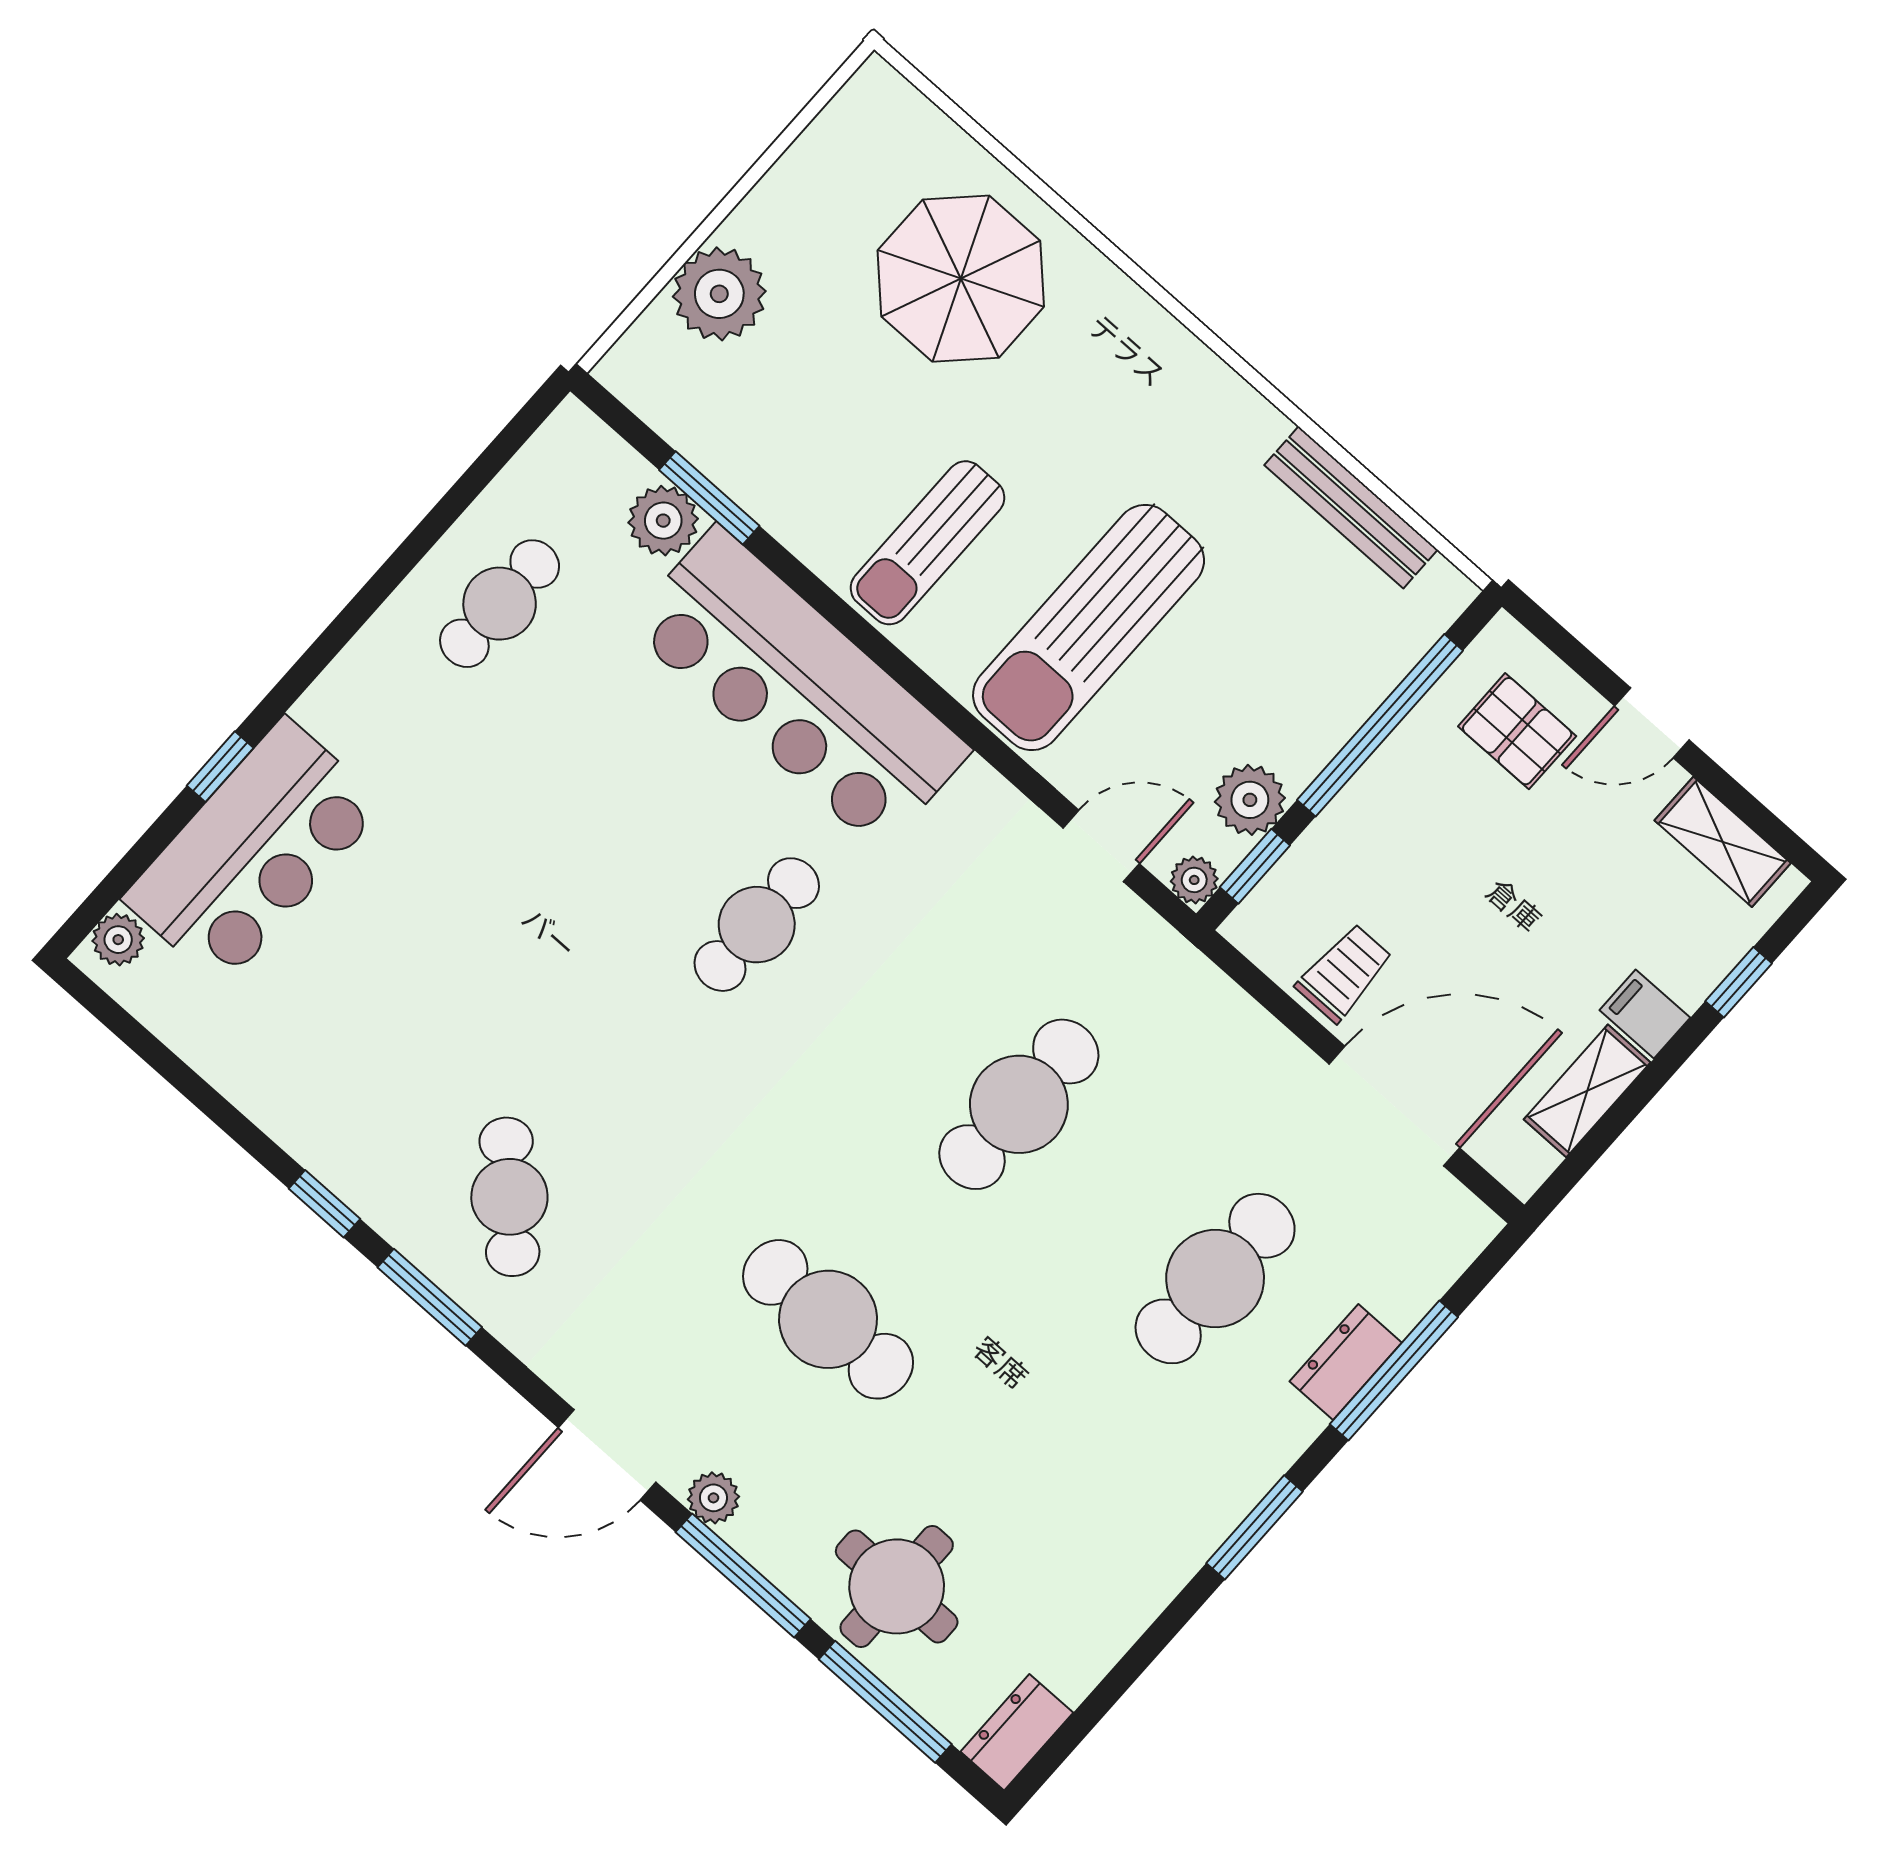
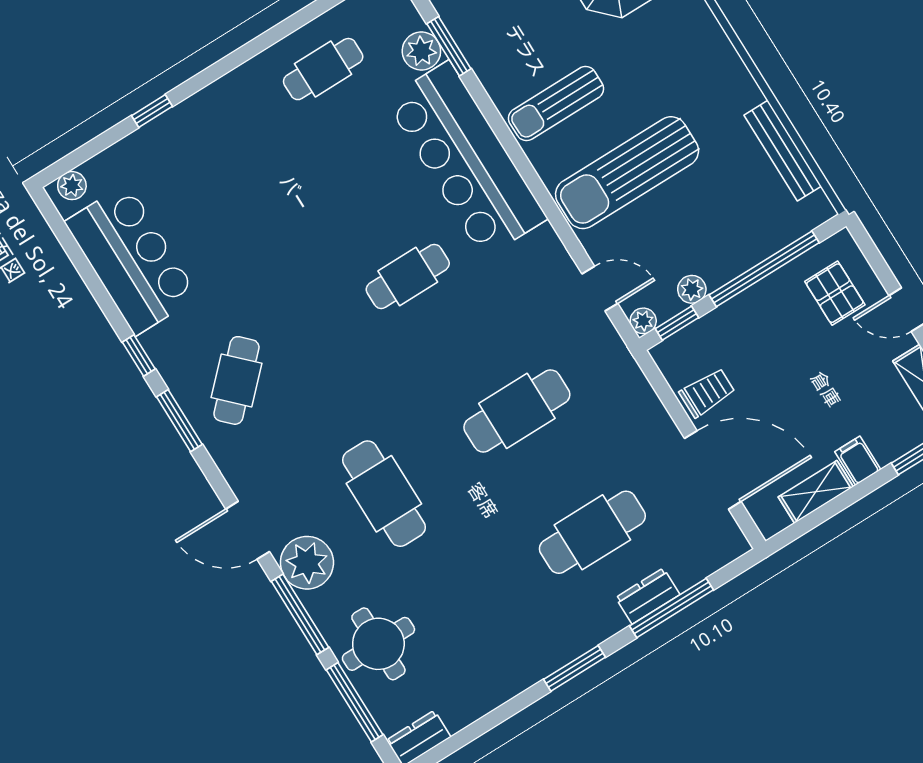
plant: (1250, 800) -> (692, 289), width x0.73, depth x0.73
bar counter: (254, 852) -> (131, 259), moved, turned -90
plant: (713, 1498) -> (307, 563), width x1.88, depth x1.88

